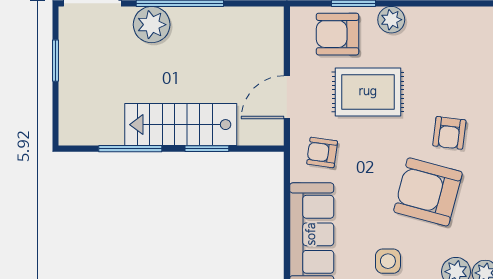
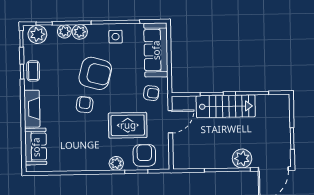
armchair: (338, 34) -> (144, 155), turned -90

